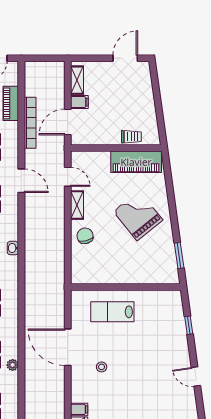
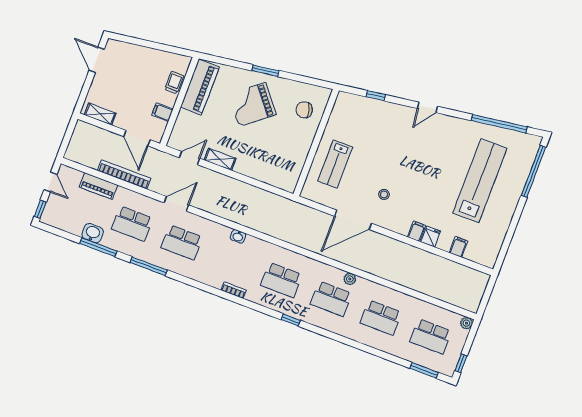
filing cabinet: (79, 102) -> (162, 112), moved, turned -90
chair: (85, 236) -> (304, 110), moved
window: (179, 255) -> (265, 71), moved

